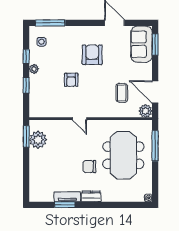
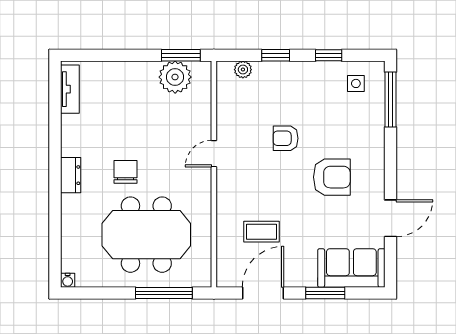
window: (155, 45) -> (325, 293), moved
plant: (34, 69) -> (243, 70), moved
plant: (145, 111) -> (228, 275), removed
tv unit: (67, 197) -> (70, 89), moved
window: (65, 205) -> (55, 126), removed

